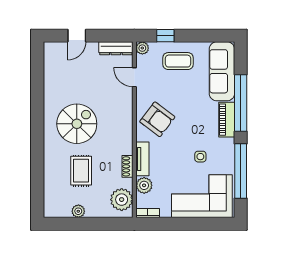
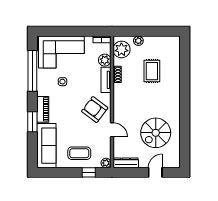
door: (134, 77) -> (112, 130), moved
window: (241, 103) -> (32, 122), width x0.47
spiral stairs: (77, 124) -> (156, 133), moved
plant: (78, 211) -> (138, 41), moved

